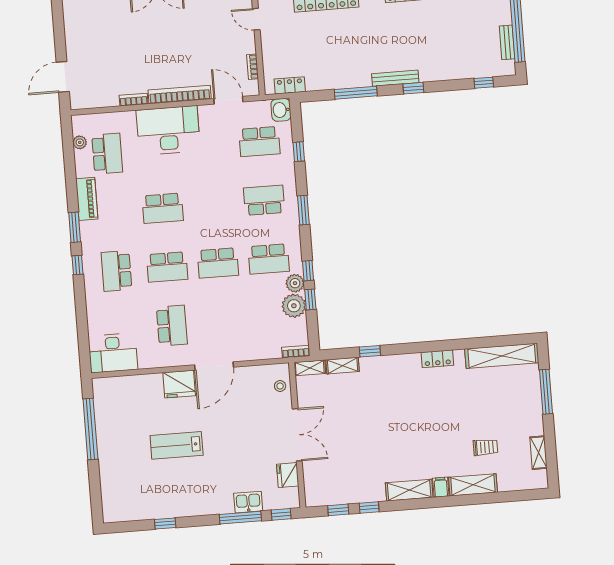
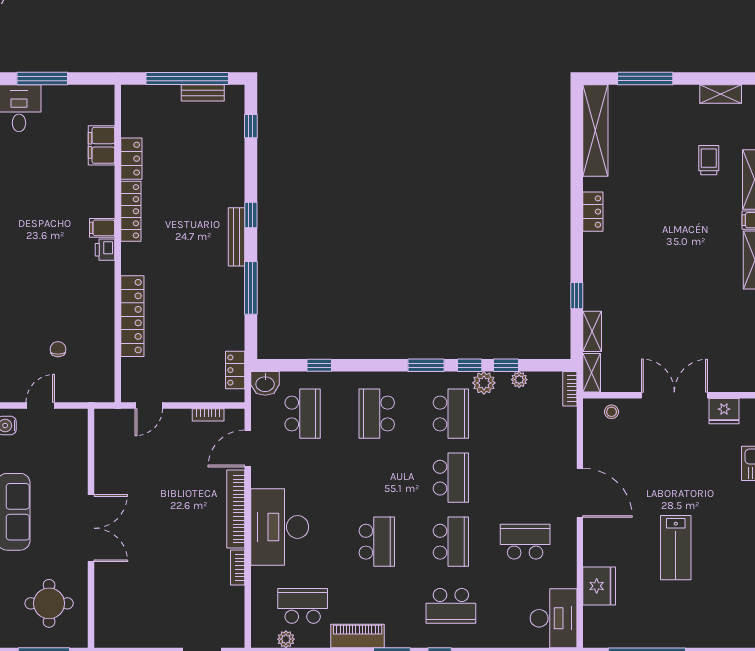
window: (303, 210) -> (426, 365), moved
plant: (294, 306) -> (519, 380), width x0.53, depth x0.53
fridge: (179, 384) -> (599, 586), moved

